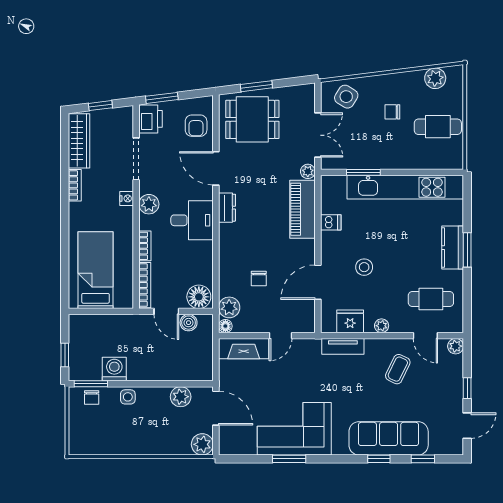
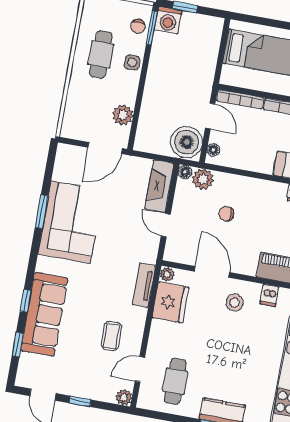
stool: (364, 267) -> (235, 302), moved
floor lamp: (199, 297) -> (213, 150), width x0.53, depth x0.53
door: (166, 311) -> (210, 116), swing flipped
fridge: (350, 321) -> (170, 302), width x1.36, depth x1.34
boiler: (189, 323) -> (187, 142), width x1.86, depth x1.86
plant: (382, 326) -> (167, 274), moved
washing machine: (114, 369) -> (168, 20), moved, turned 90
coffee table: (398, 369) -> (111, 336), turned 64
chair: (92, 398) -> (138, 26), turned -90
cafe table: (126, 429) -> (101, 54), added
plant: (202, 444) -> (72, 128), removed

